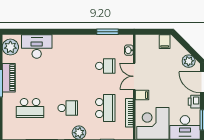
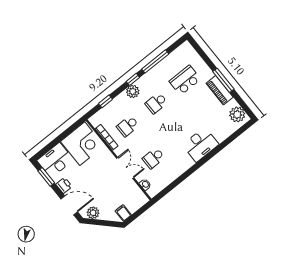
window: (107, 32) -> (173, 185), removed
desk: (37, 47) -> (201, 145), moved
filing cabinet: (142, 95) -> (108, 158), removed
school desk: (105, 108) -> (128, 126), width x0.54

